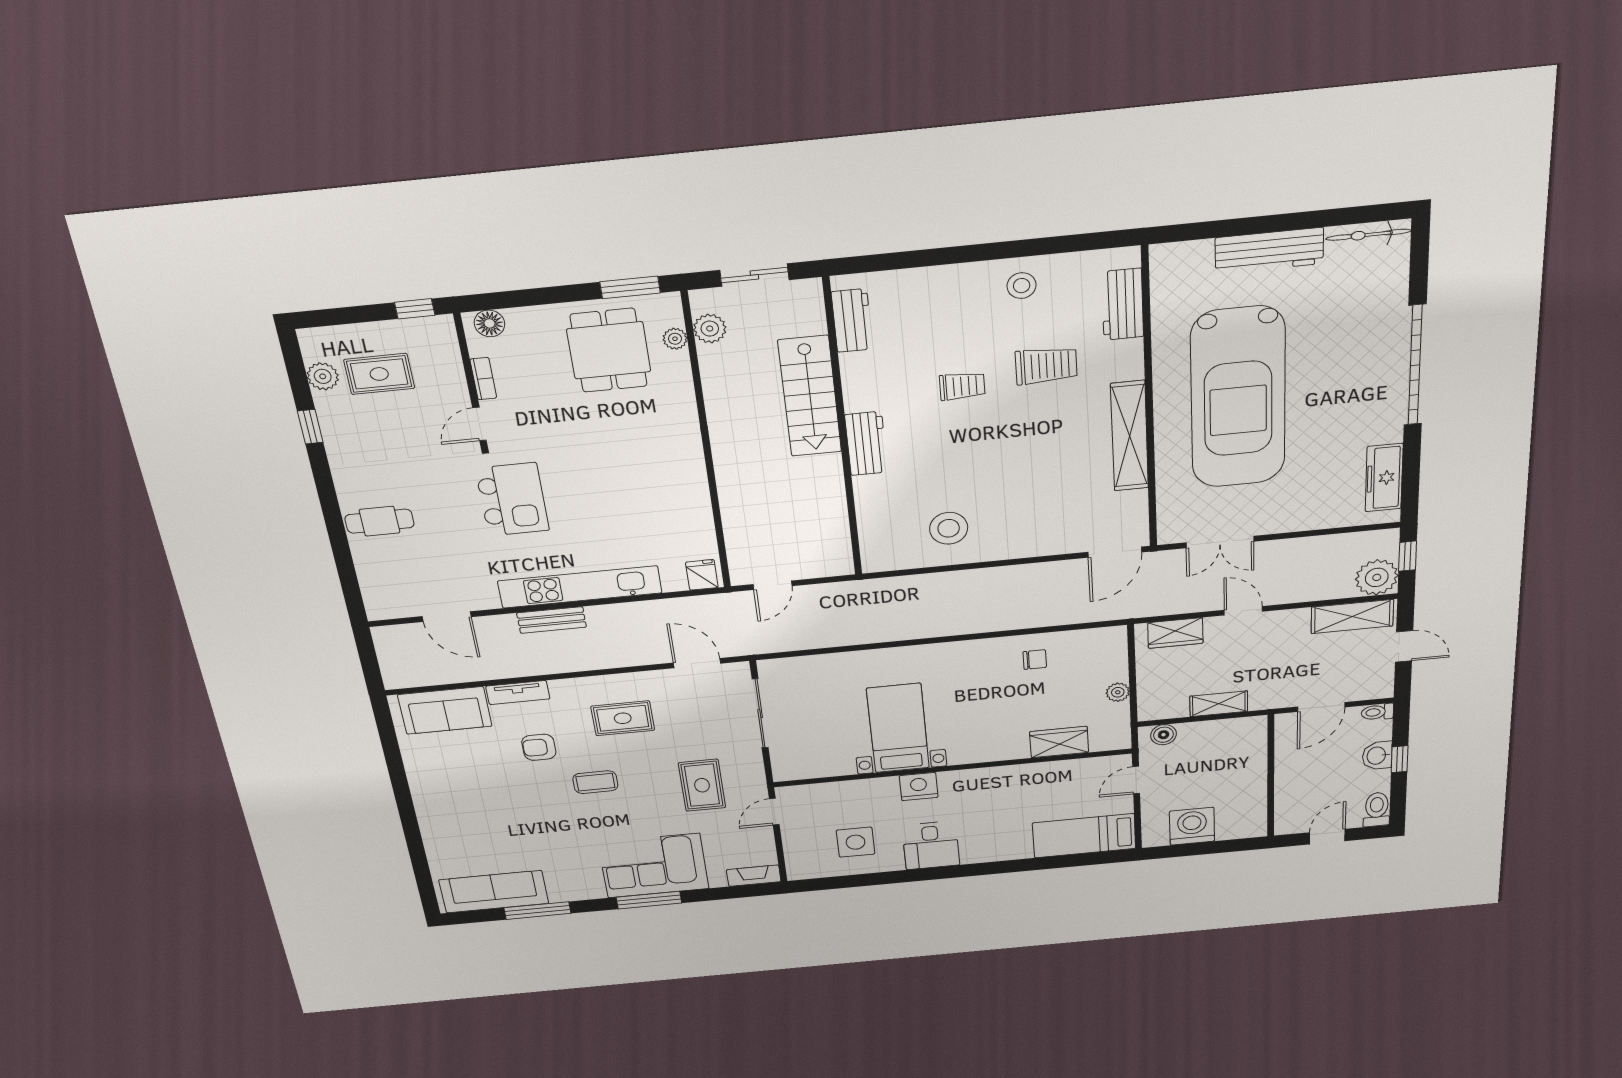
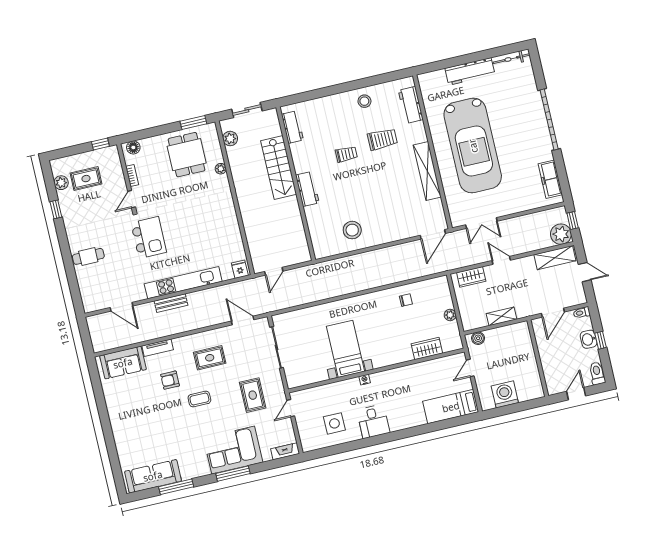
plant: (675, 339) -> (221, 169), moved
nightstand: (919, 787) -> (365, 380), width x0.53, depth x0.56

